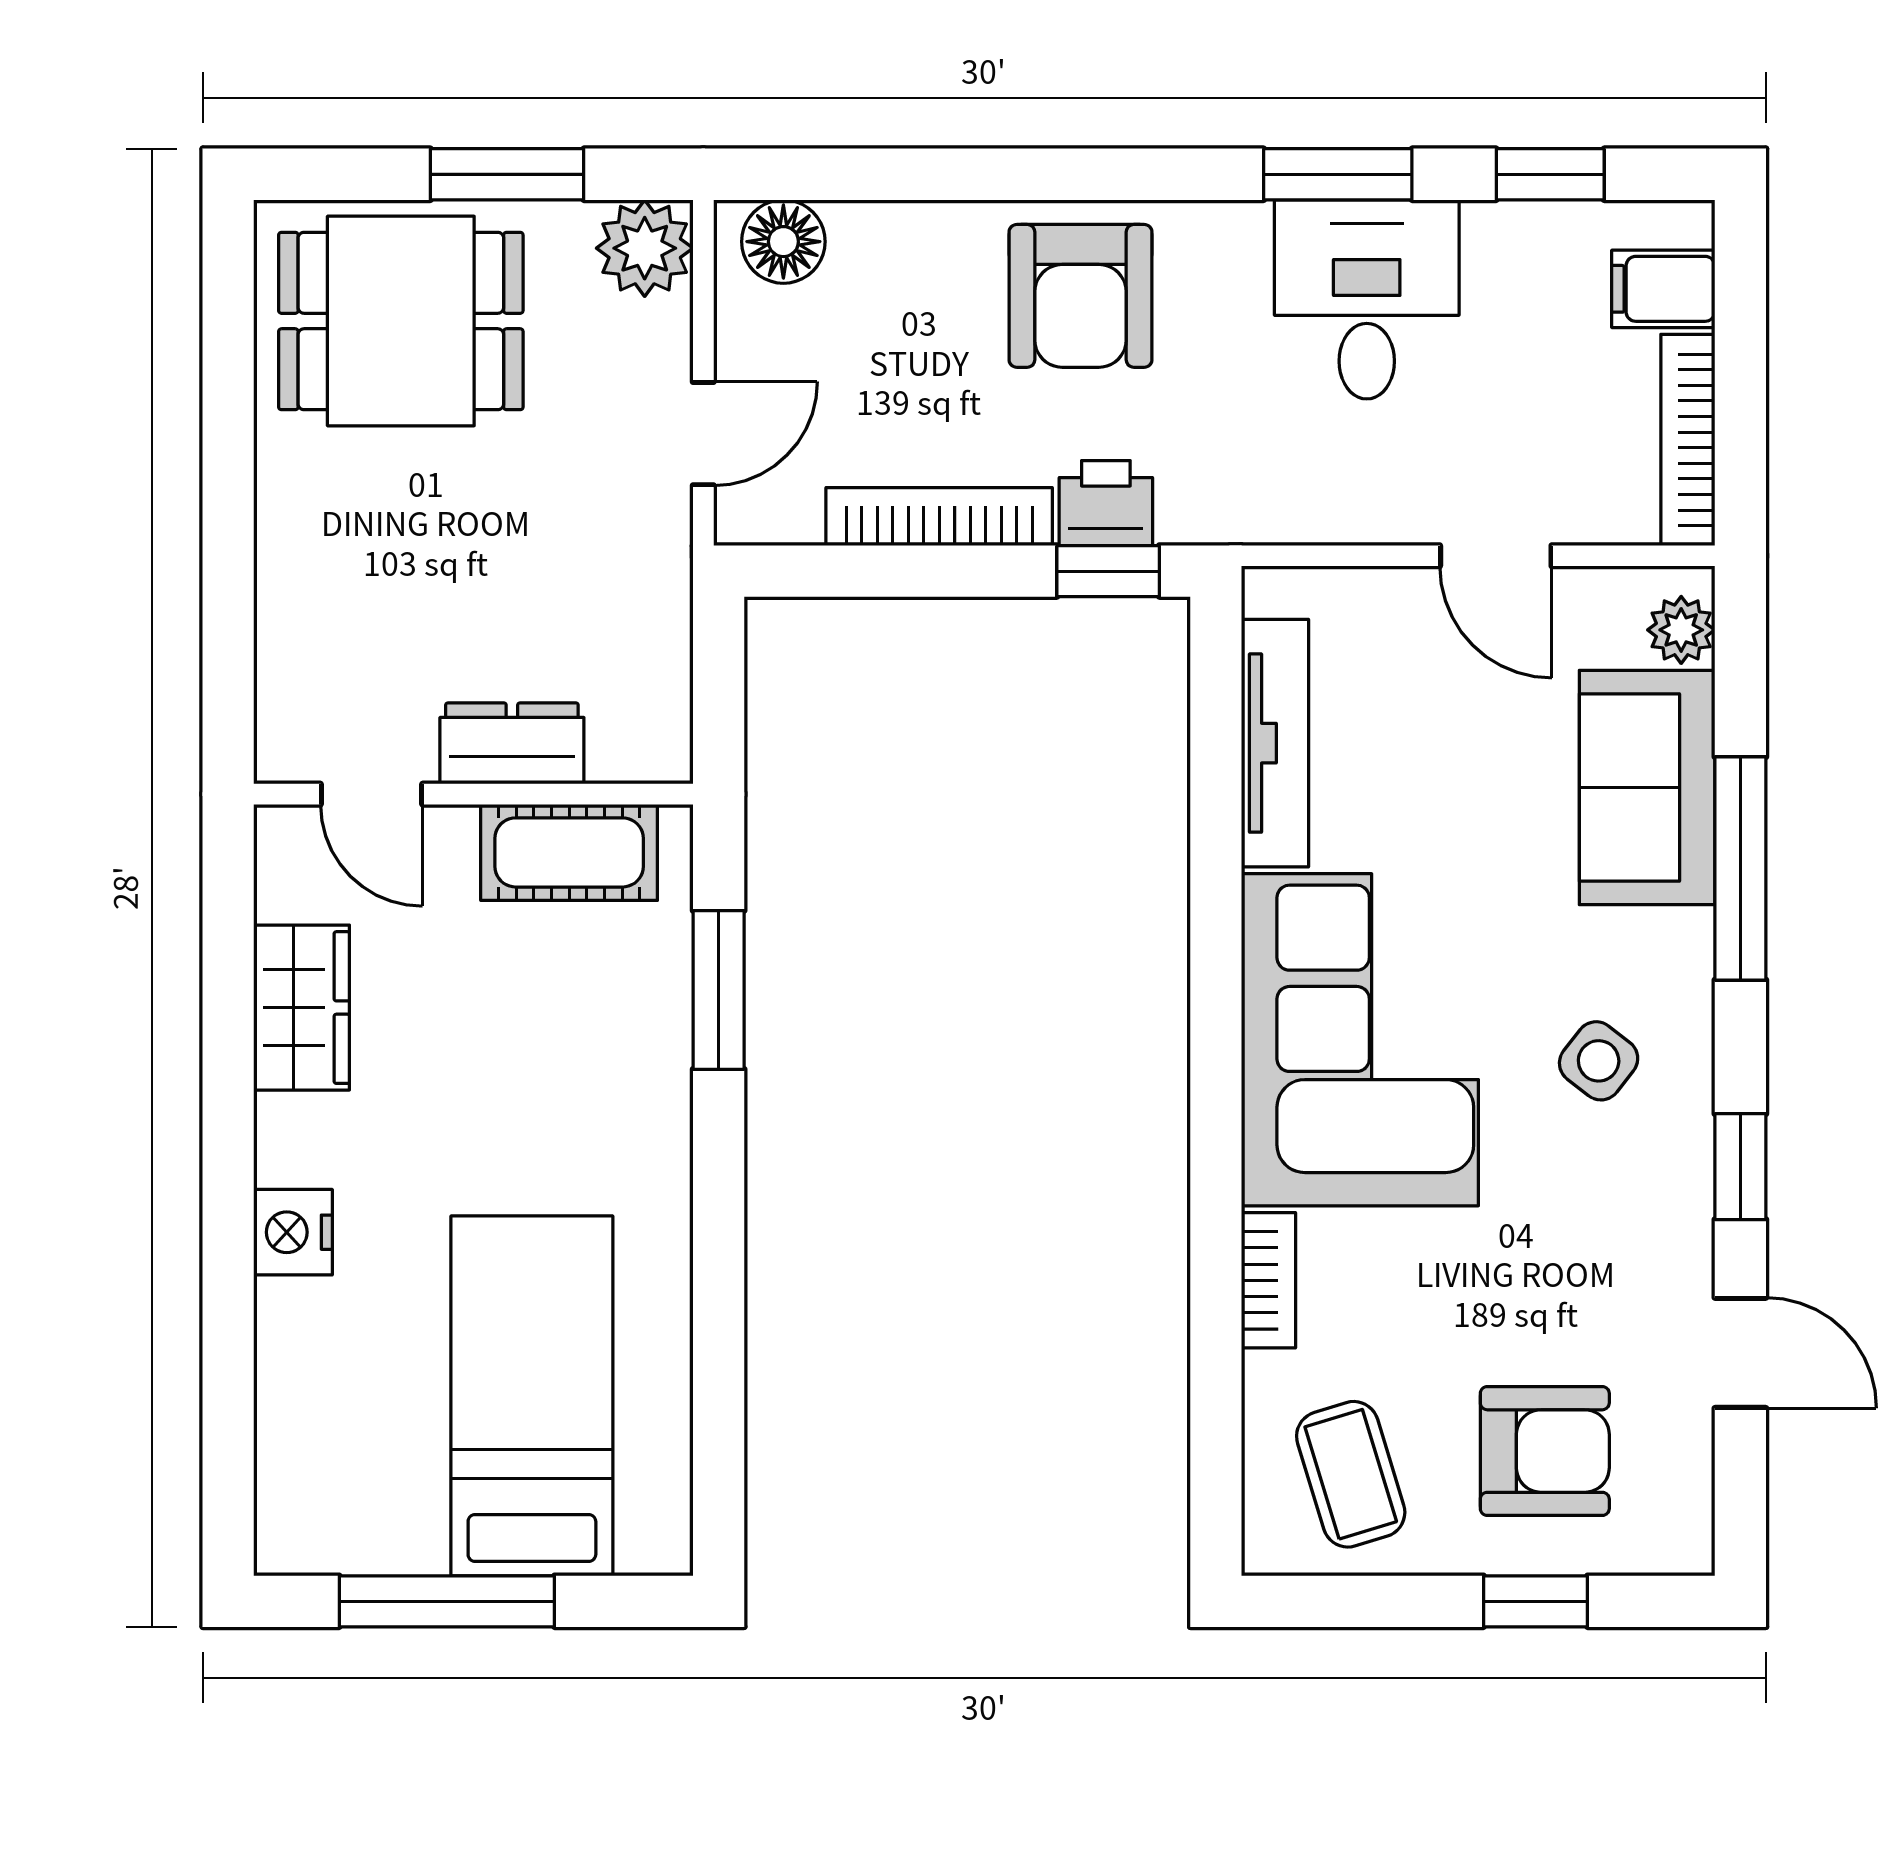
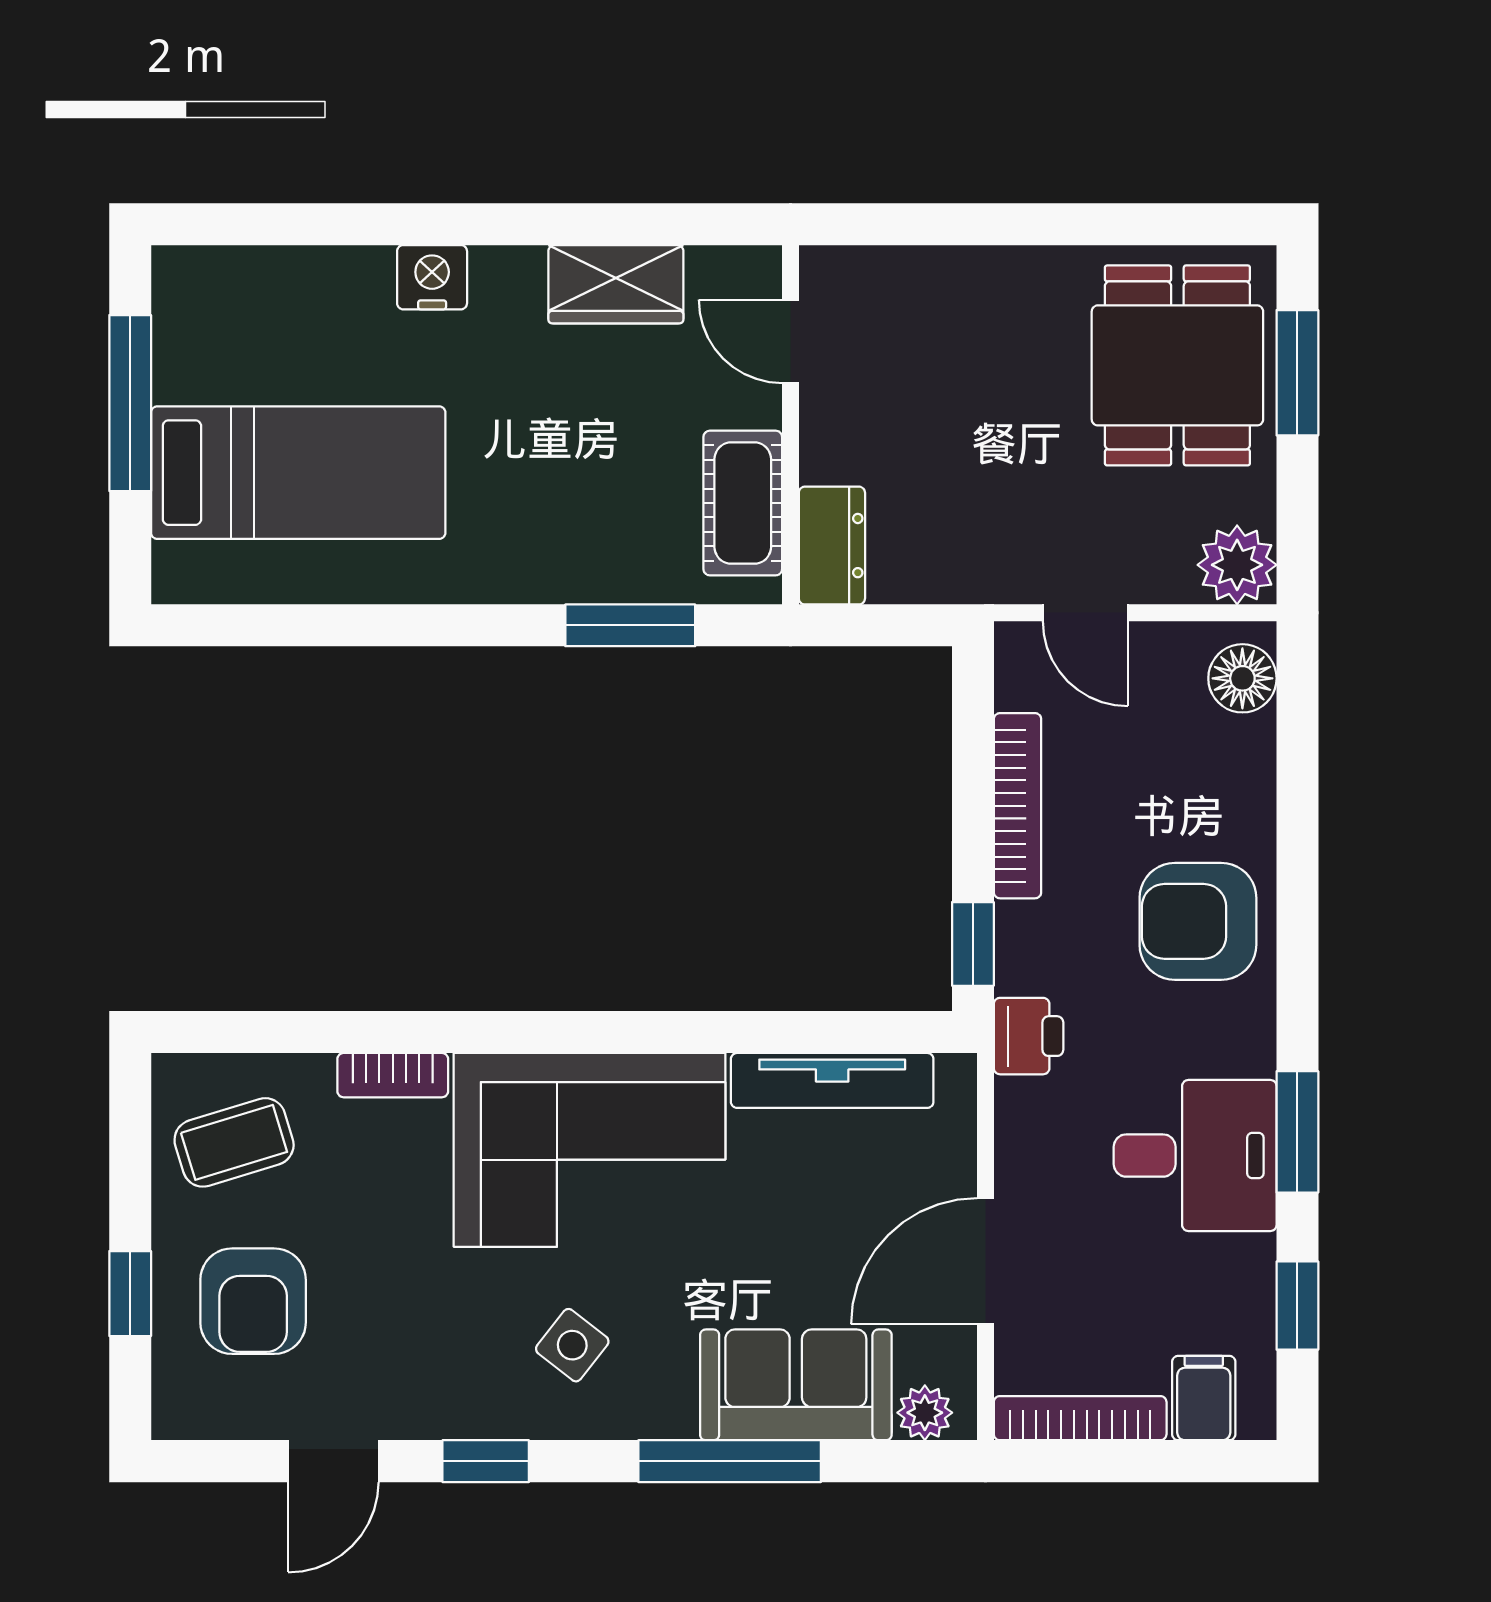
window: (507, 174) -> (1297, 373), moved
printer: (1106, 503) -> (1029, 1036), moved
door: (1496, 556) -> (985, 1261), width x1.38
dresser: (512, 743) -> (832, 546), moved
door: (371, 794) -> (790, 341), hinge flipped

